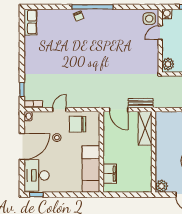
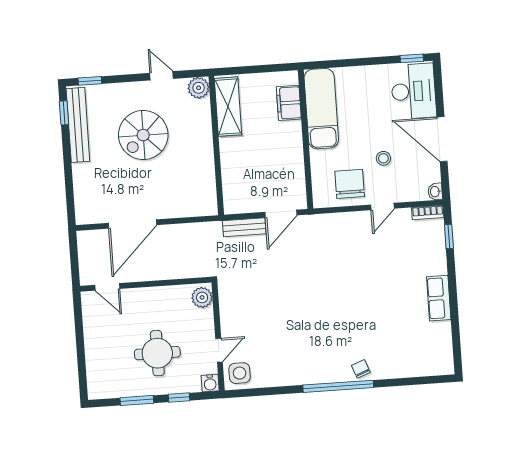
row of seats: (30, 22) -> (439, 298), moved
door: (119, 110) -> (281, 214), swing flipped
chair: (78, 124) -> (350, 184), turned -90
shelving: (145, 128) -> (228, 107), moved
door: (22, 146) -> (442, 139), hinge flipped

